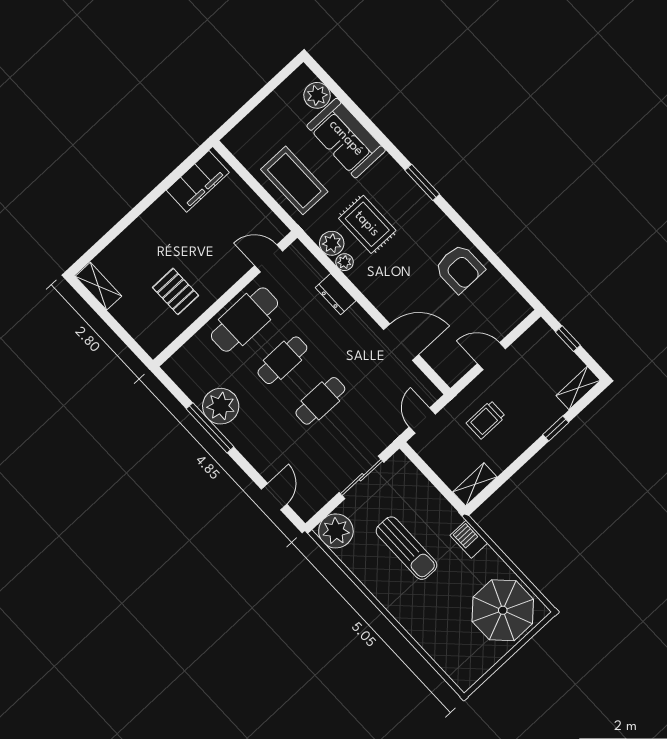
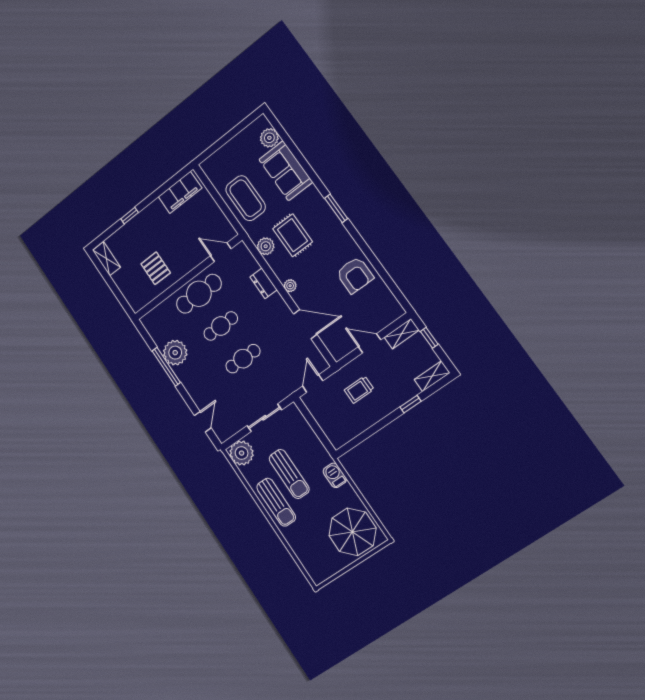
window: (126, 221) -> (130, 216), added
plant: (345, 262) -> (290, 286), moved
shelving: (475, 484) -> (402, 334), moved
sun lounger: (394, 590) -> (276, 502), added

